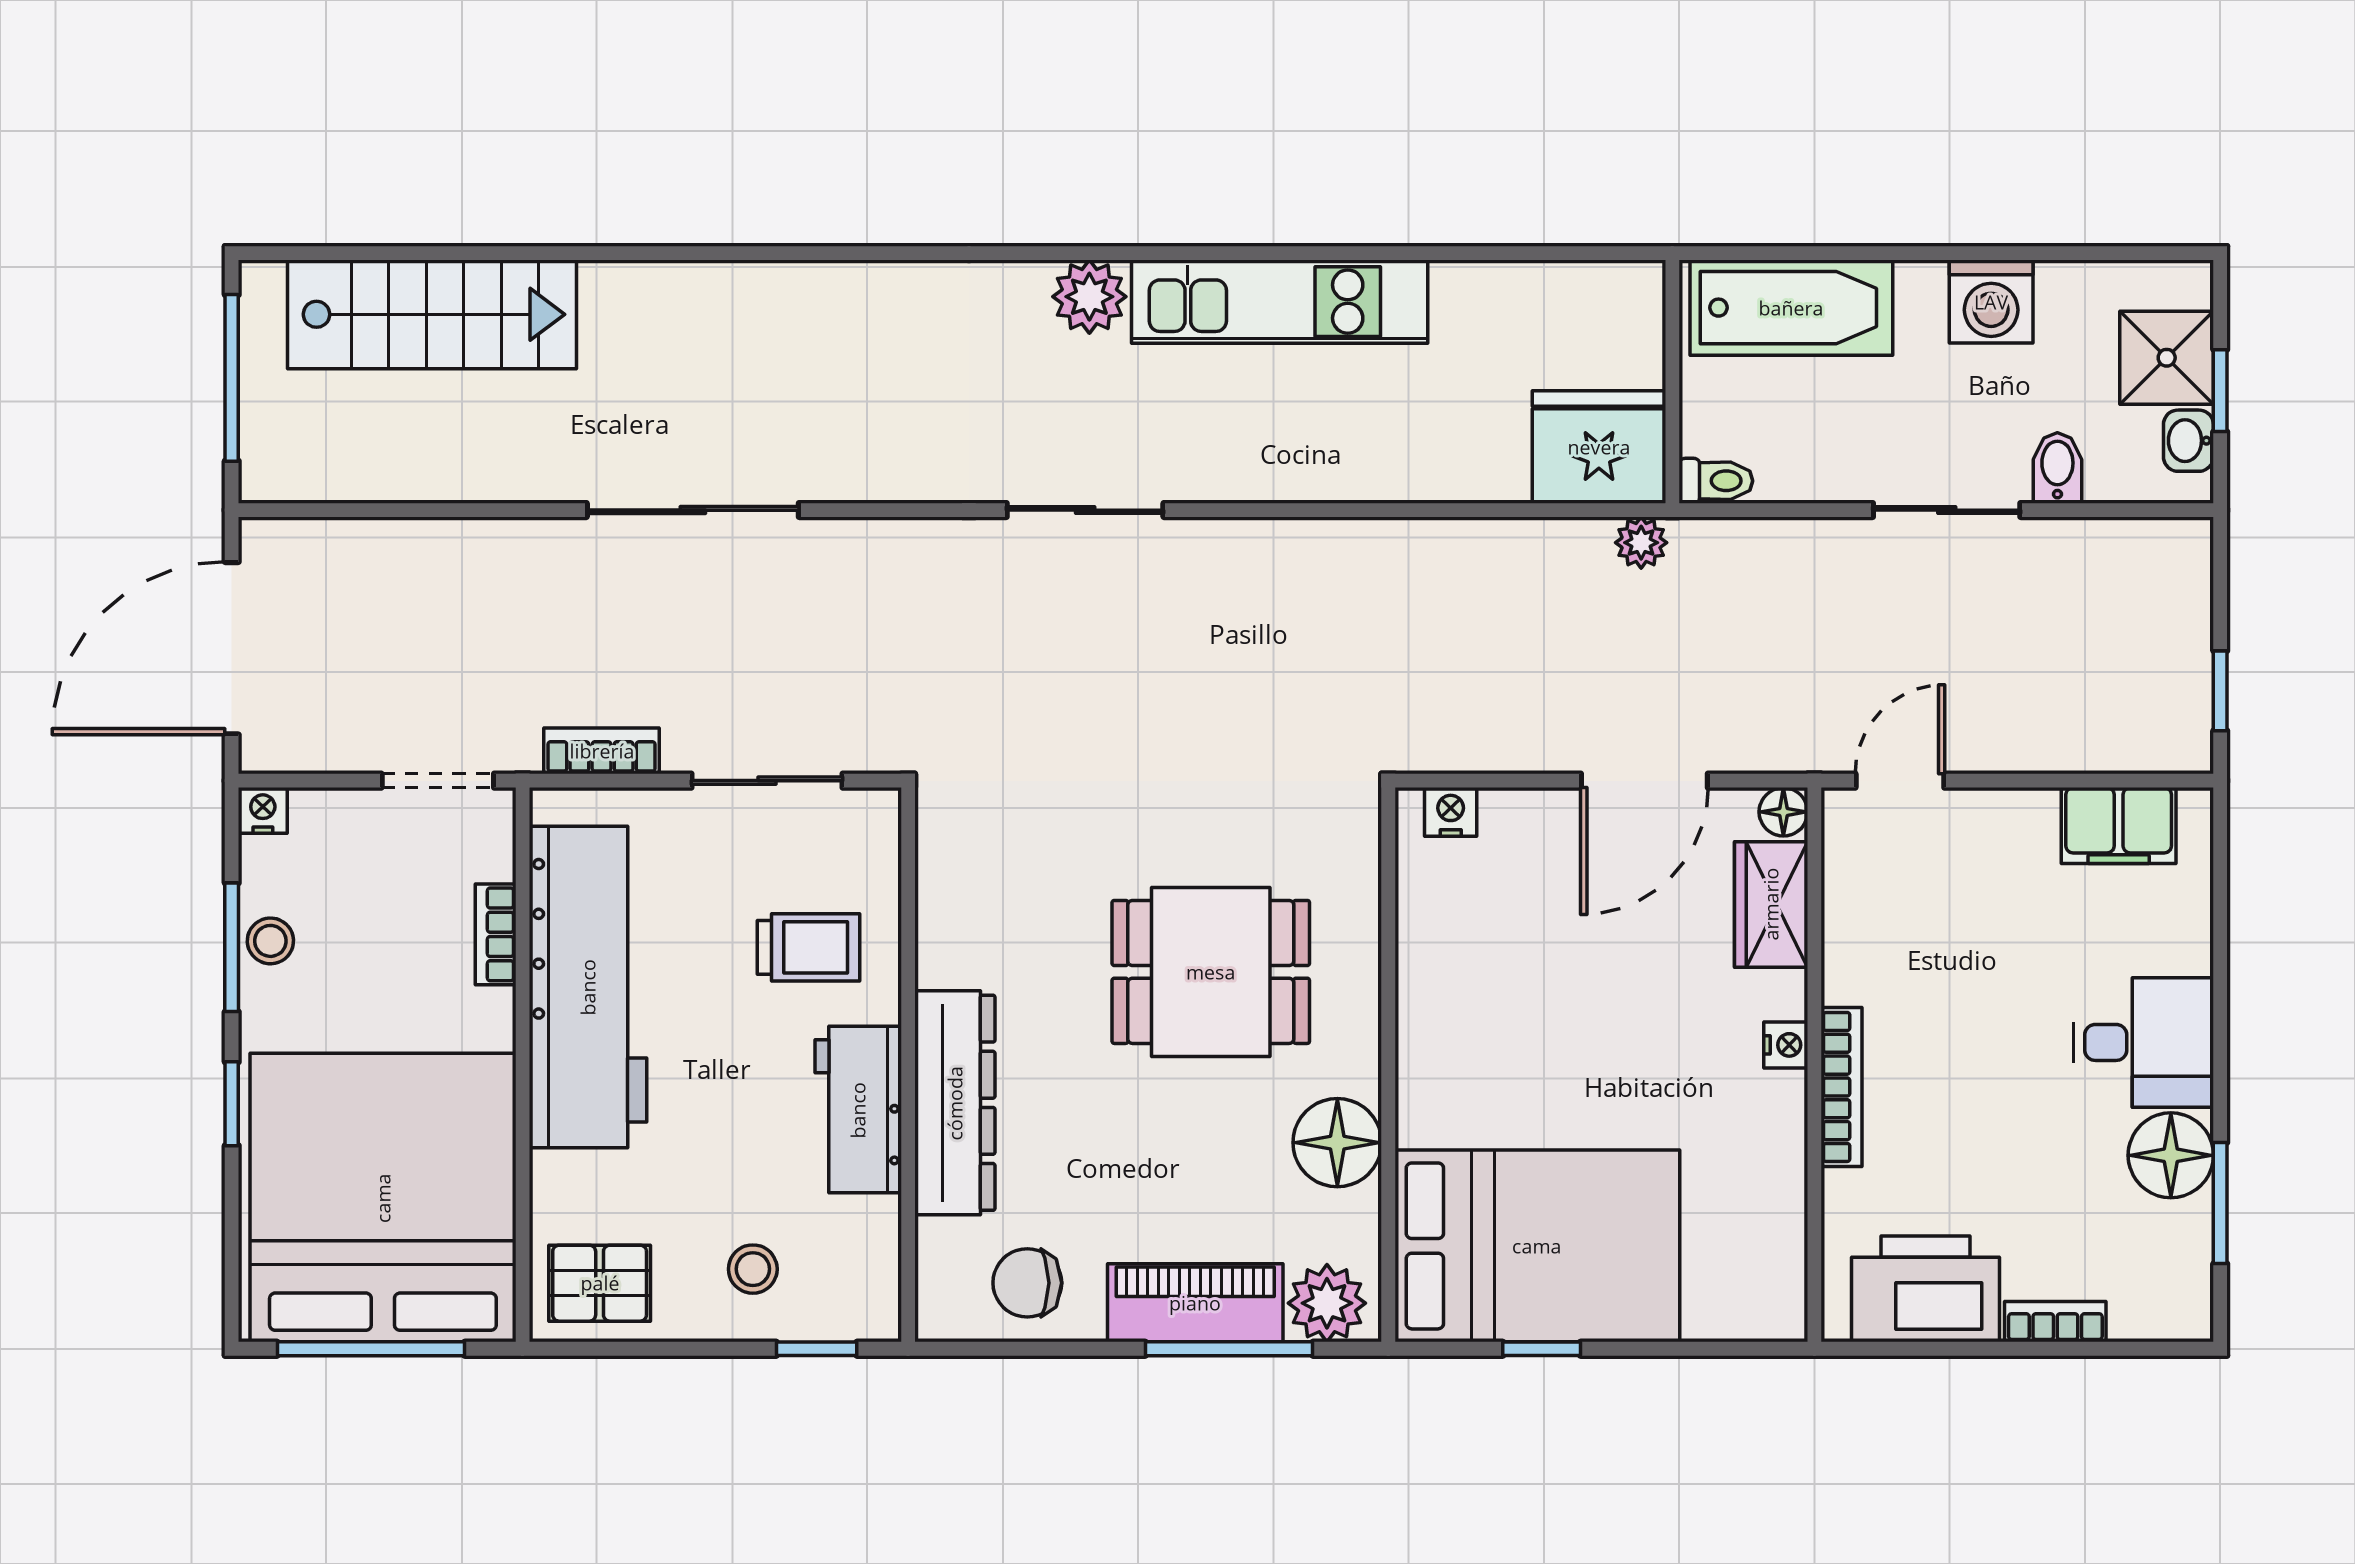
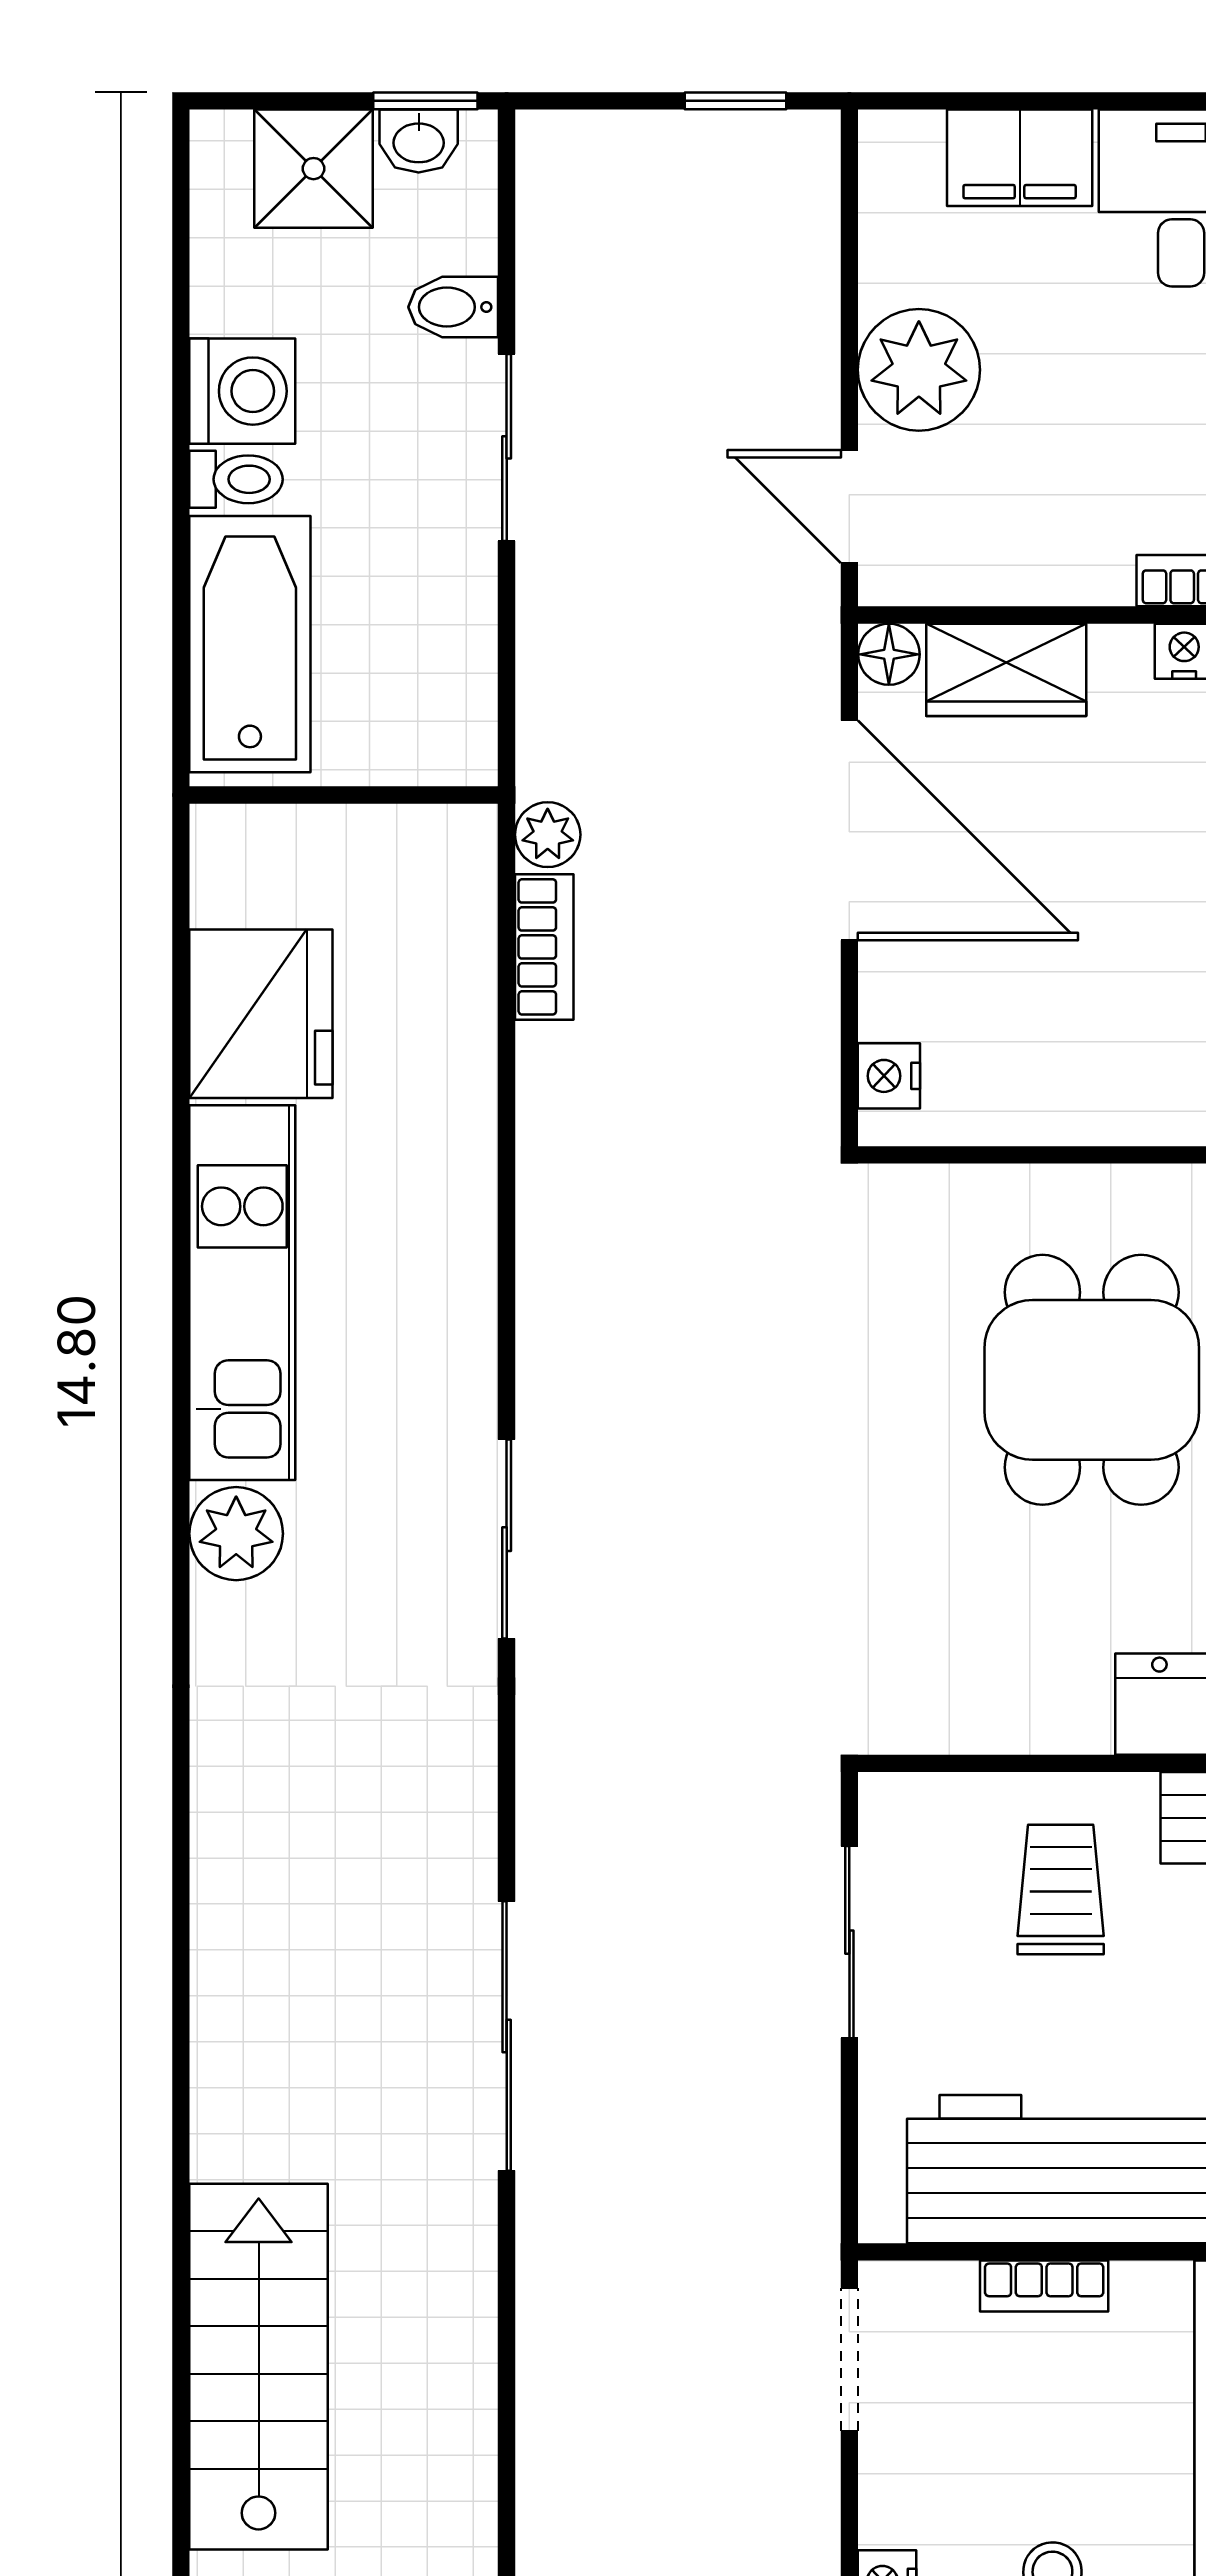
window: (2220, 391) -> (425, 101), moved
fridge: (1599, 447) -> (261, 1014), moved, turned 180
toilet: (1716, 481) -> (236, 479), moved, turned 90
bookcase: (602, 751) -> (544, 947), moved, turned 180
door: (1644, 781) -> (849, 830), width x1.36
filing cabinet: (2119, 826) -> (1020, 158), moved, turned 90
plant: (2008, 836) -> (919, 370), added

